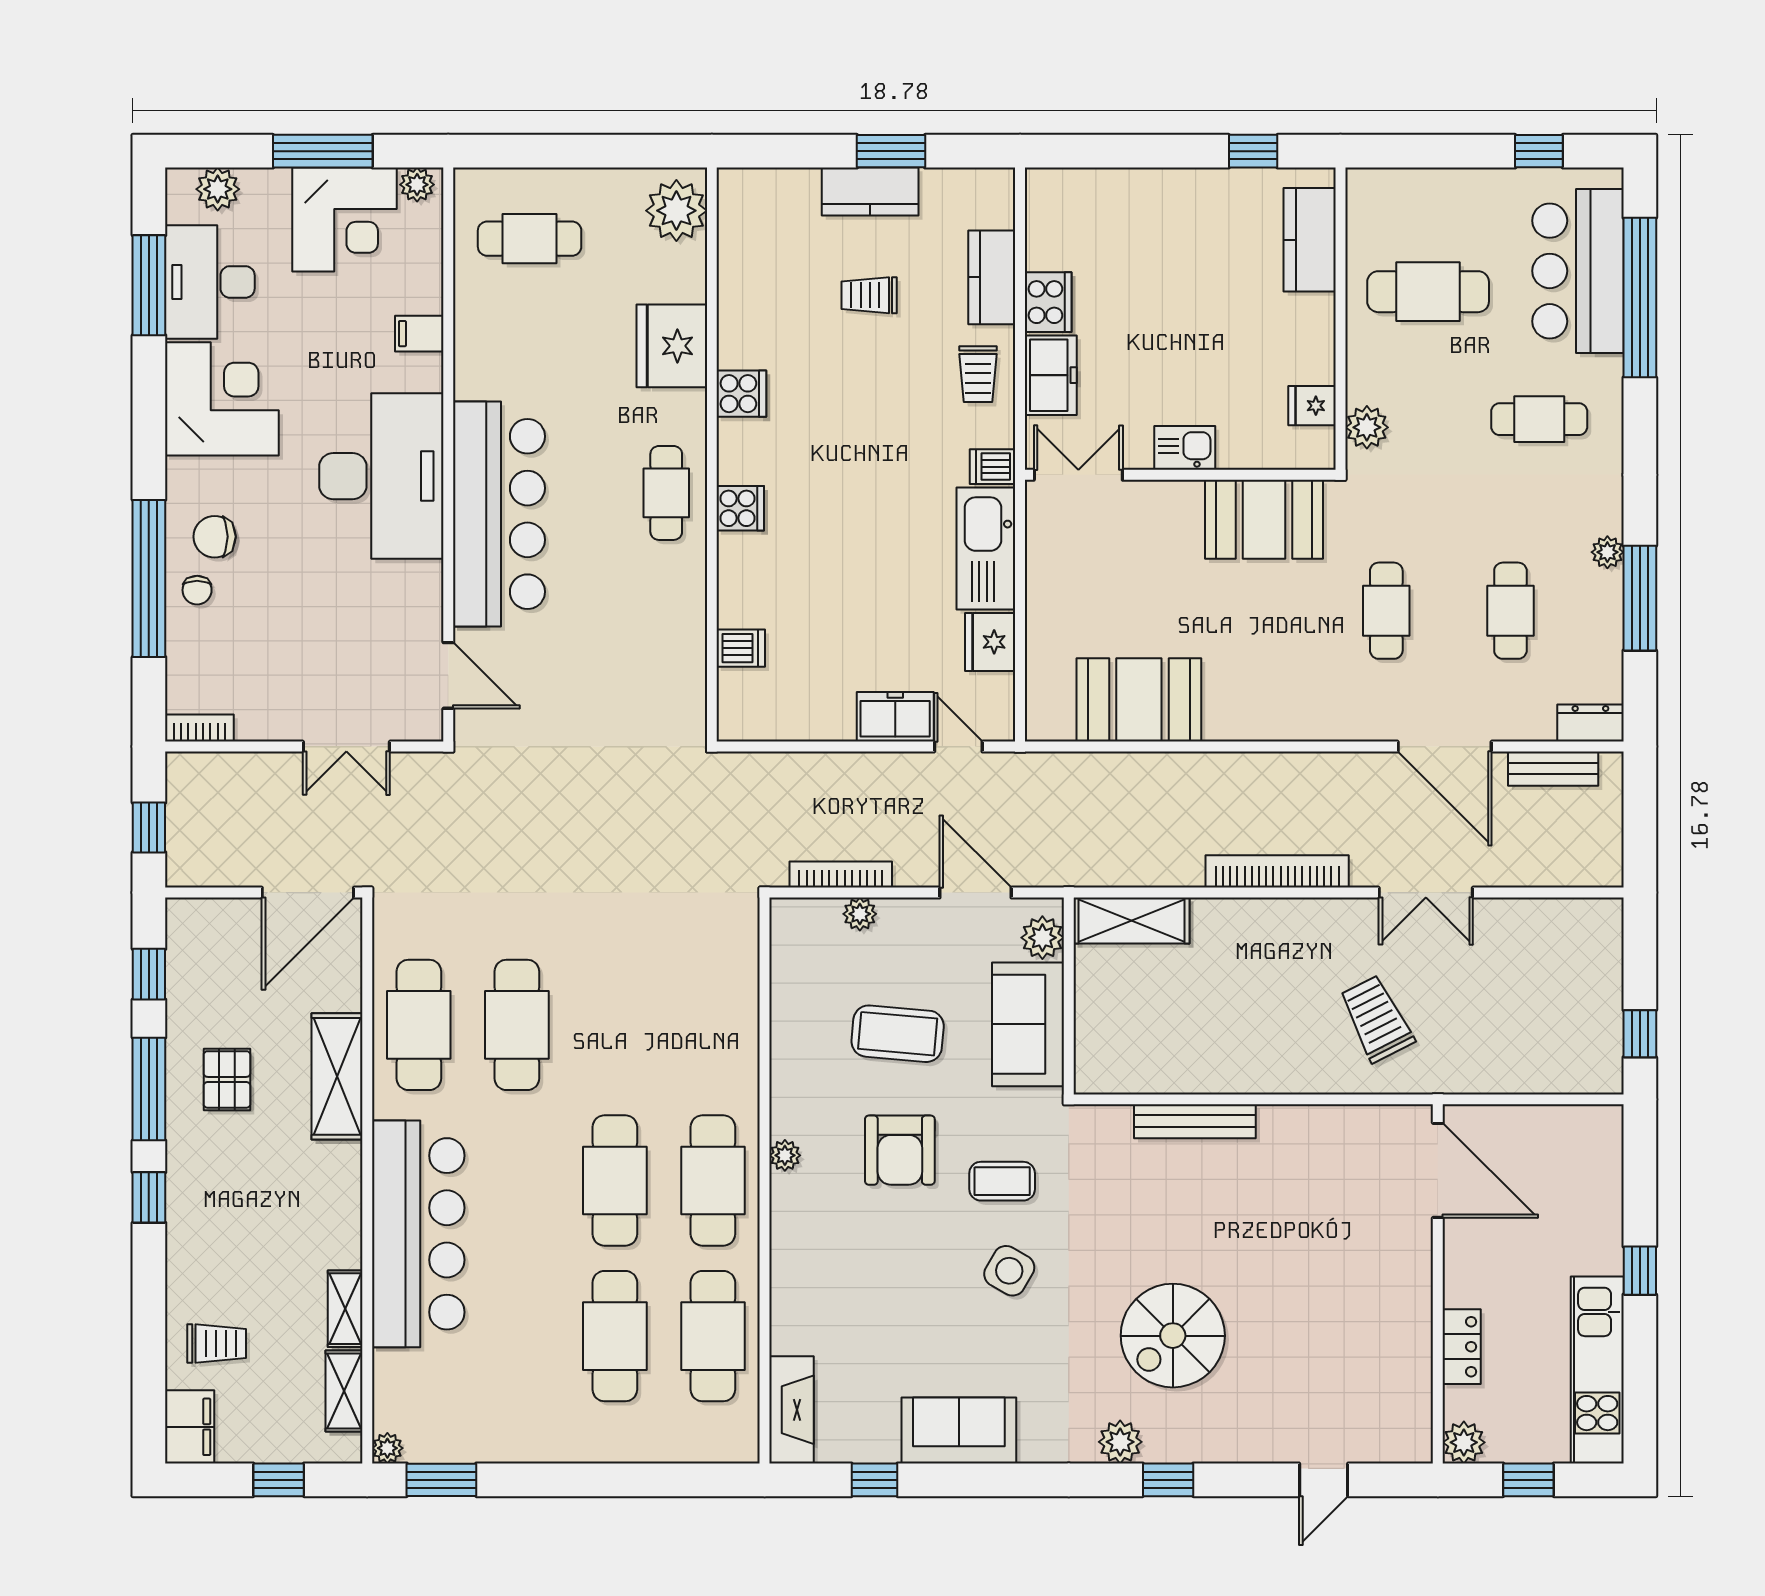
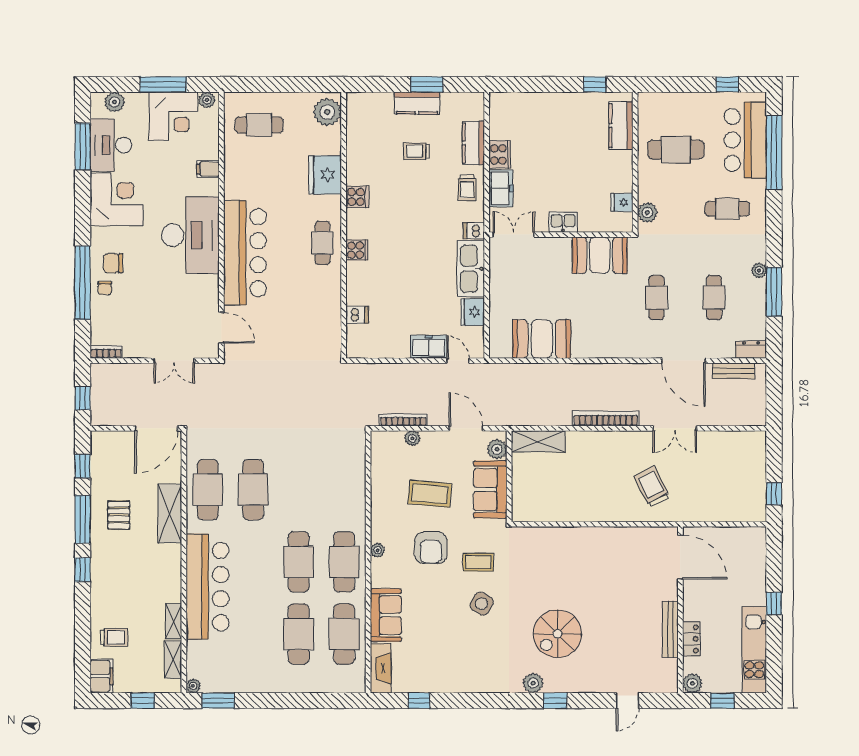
bench: (1195, 1121) -> (670, 629), moved, turned 90
sofa: (959, 1430) -> (386, 615), moved, turned 90

